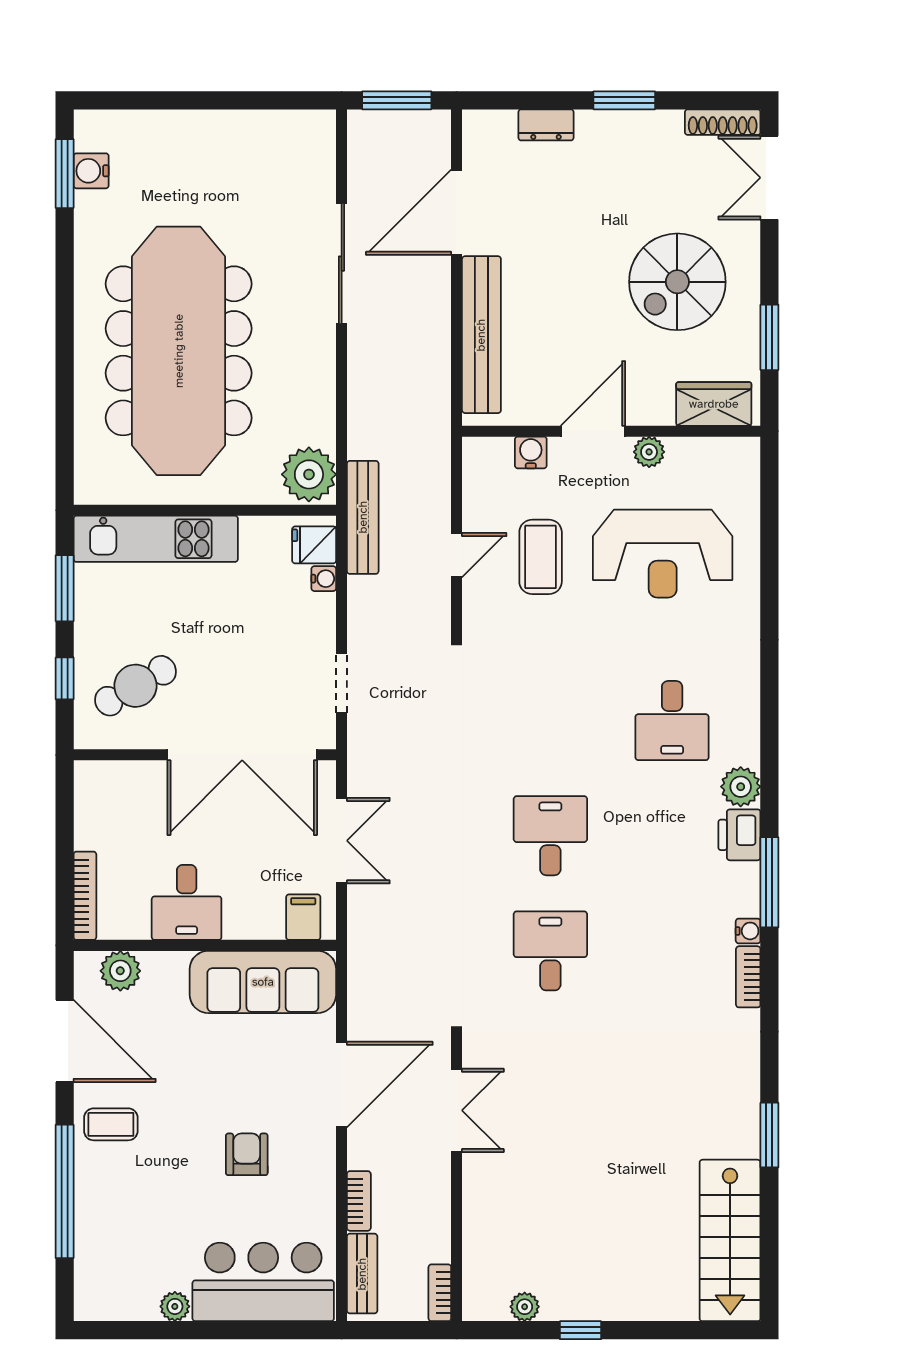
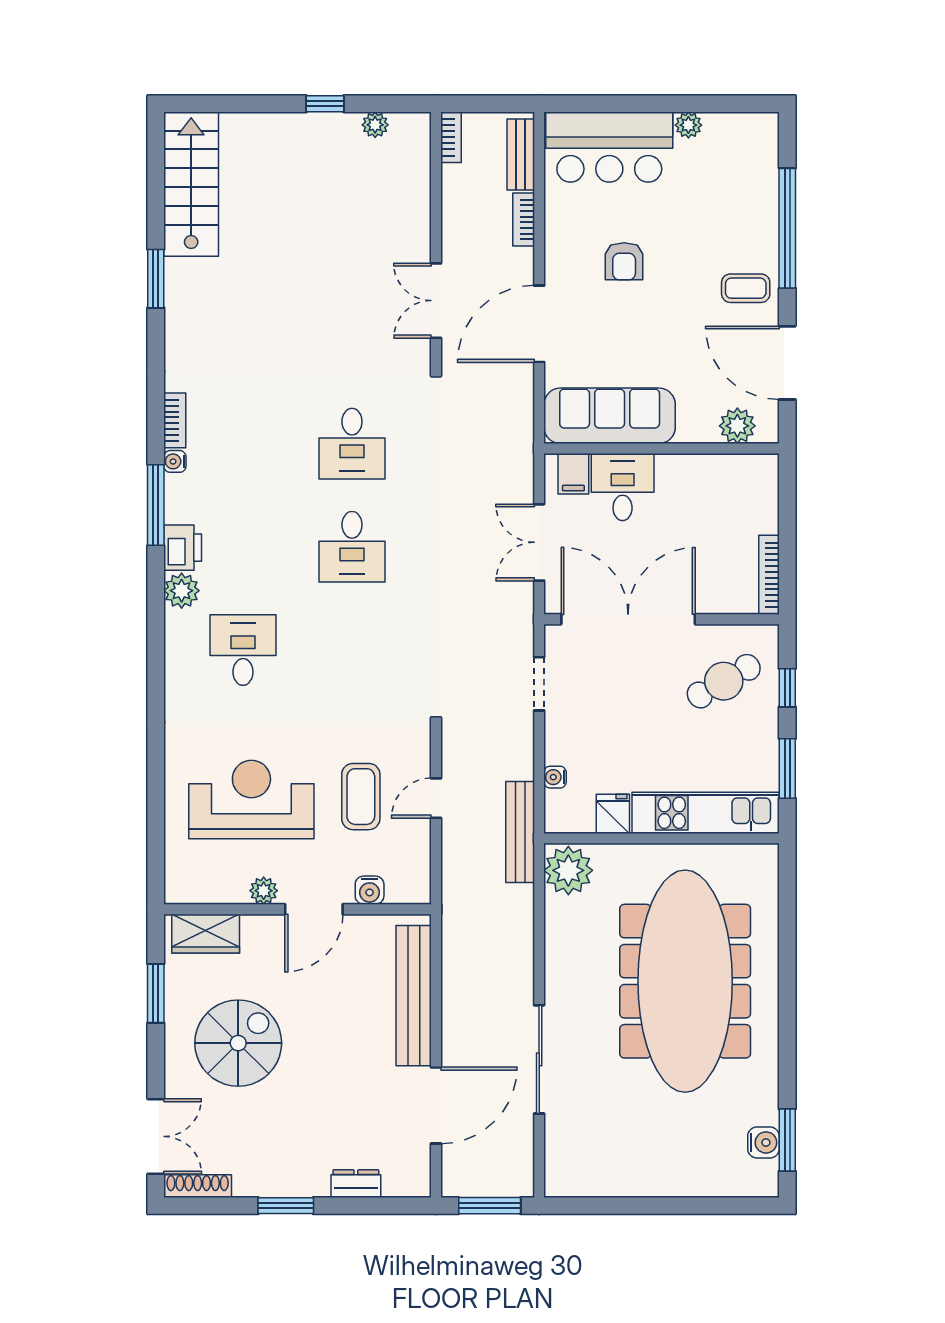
fridge: (314, 545) -> (613, 814), moved, turned -90
bookcase: (85, 896) -> (769, 575), moved
desk: (187, 902) -> (623, 487), moved

